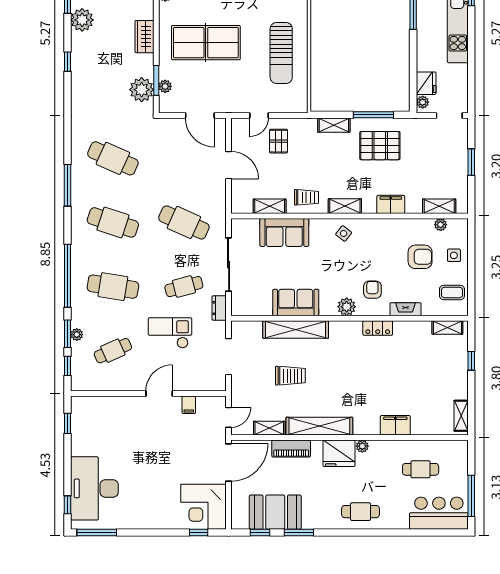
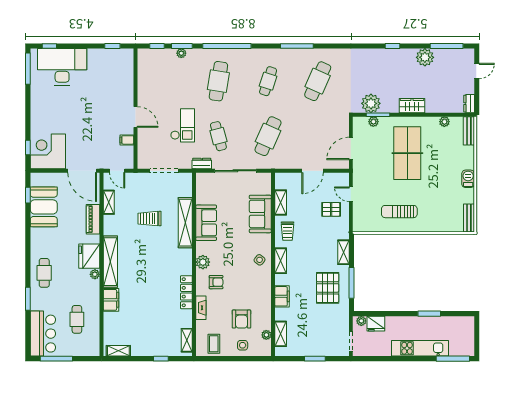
sun lounger: (281, 53) -> (399, 212), width x0.73, depth x0.75
cafe table: (113, 222) -> (268, 81), width x0.73, depth x0.74
locker: (378, 328) -> (186, 292), width x1.53
cafe table: (113, 351) -> (169, 81), removed
trolley: (290, 376) -> (149, 219), turned 90
shelving: (319, 426) -> (110, 262), moved
window: (299, 533) -> (28, 299), moved

